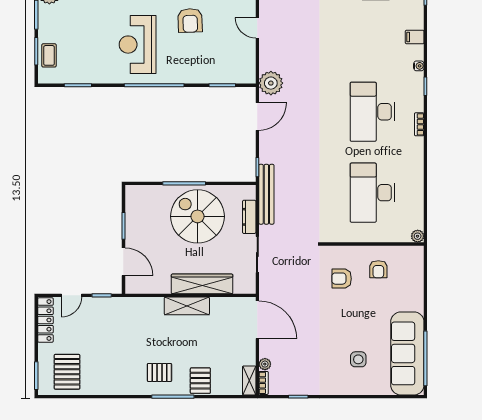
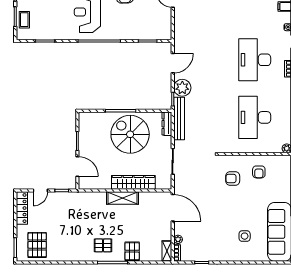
plant: (271, 83) -> (182, 88), moved
dresser: (249, 217) -> (167, 124), moved

